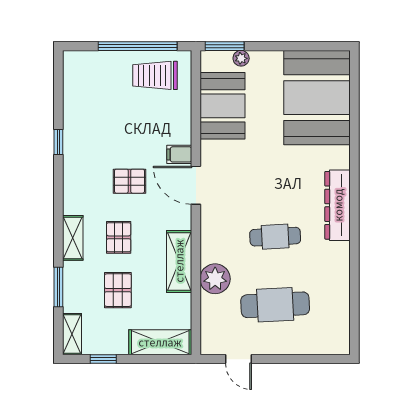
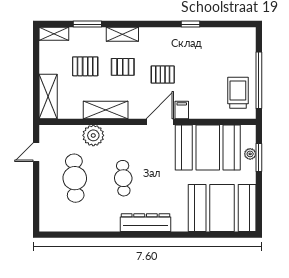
window: (225, 46) -> (259, 157), moved
booth: (222, 106) -> (208, 147), width x1.36, depth x1.42
pallet: (129, 181) -> (163, 75), turned 90
window: (103, 359) -> (36, 56), removed

